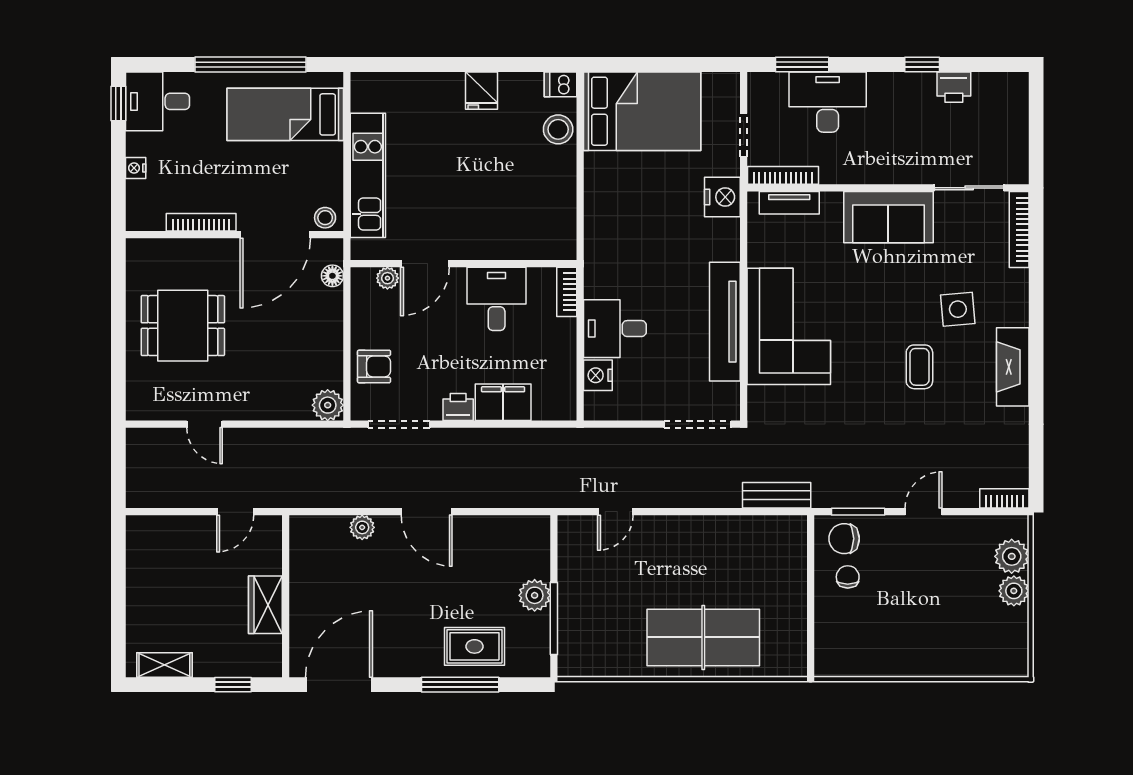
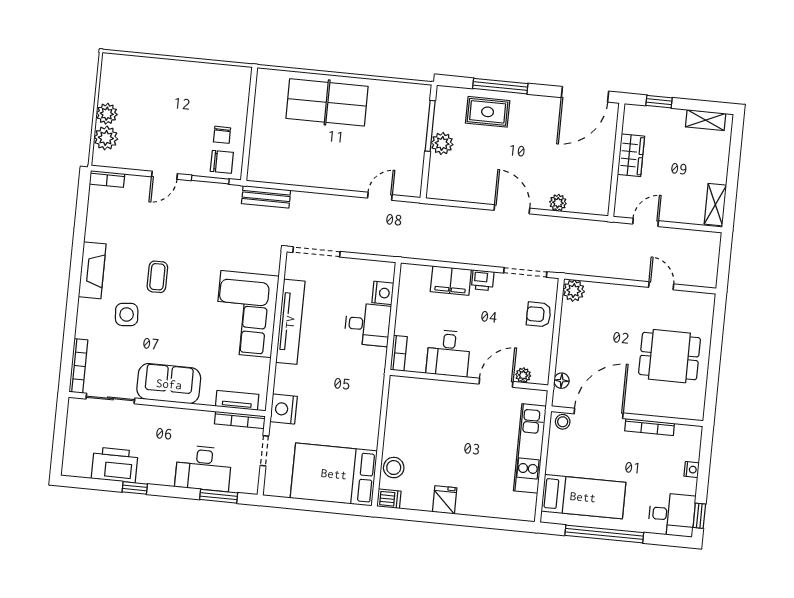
printer: (954, 87) -> (115, 465), width x1.87, depth x1.48
shelving: (139, 547) -> (715, 205), added

